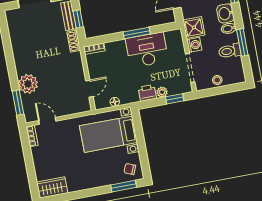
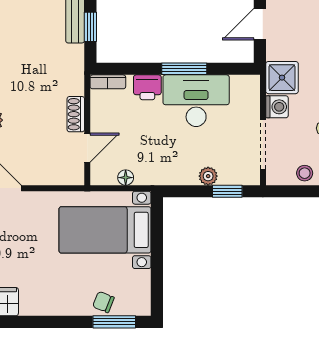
shoe rack: (74, 41) -> (76, 114), moved
printer: (147, 93) -> (147, 87), moved, turned 180
chair: (130, 169) -> (103, 302), moved

